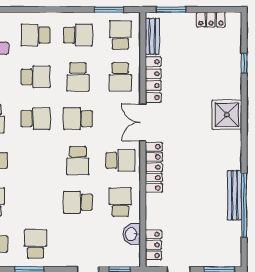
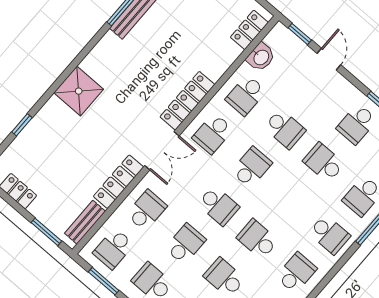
school desk: (120, 160) -> (213, 134), turned -90
school desk: (35, 202) -> (324, 162), added

